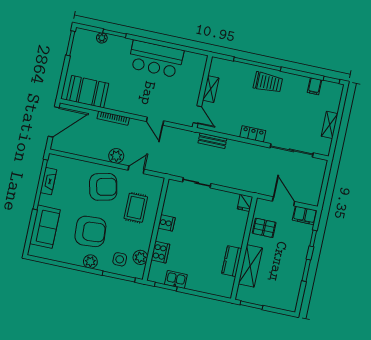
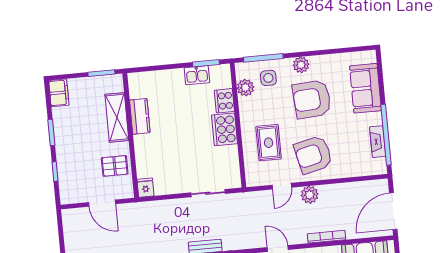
filing cabinet: (305, 215) -> (59, 93), moved, turned 90
cooker: (167, 223) -> (225, 129), width x1.87, depth x1.31

